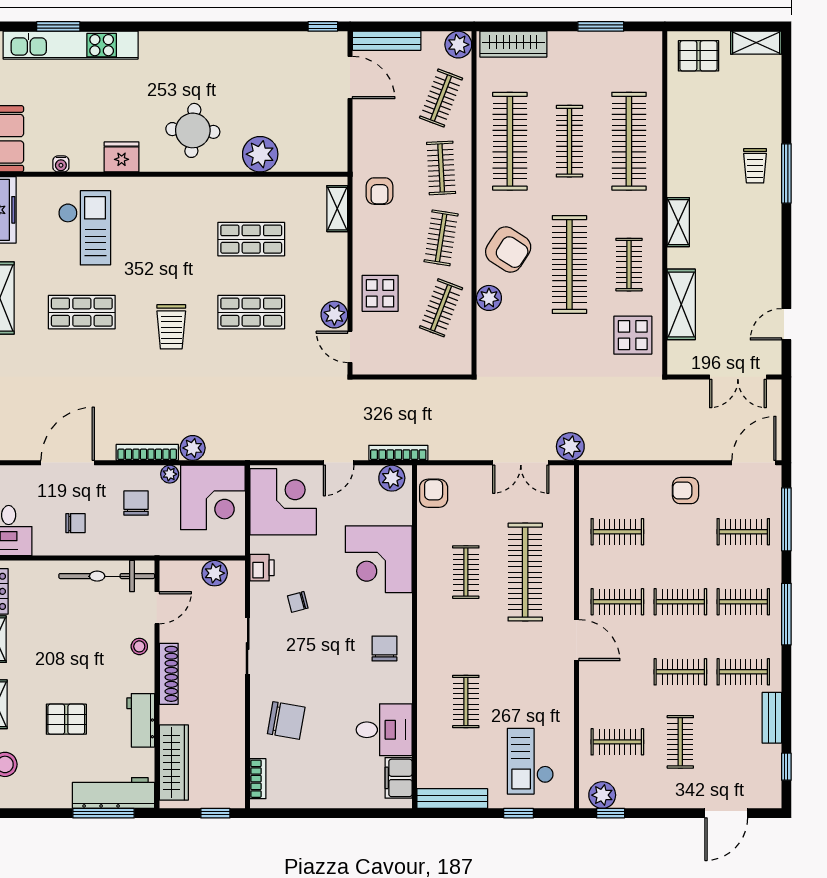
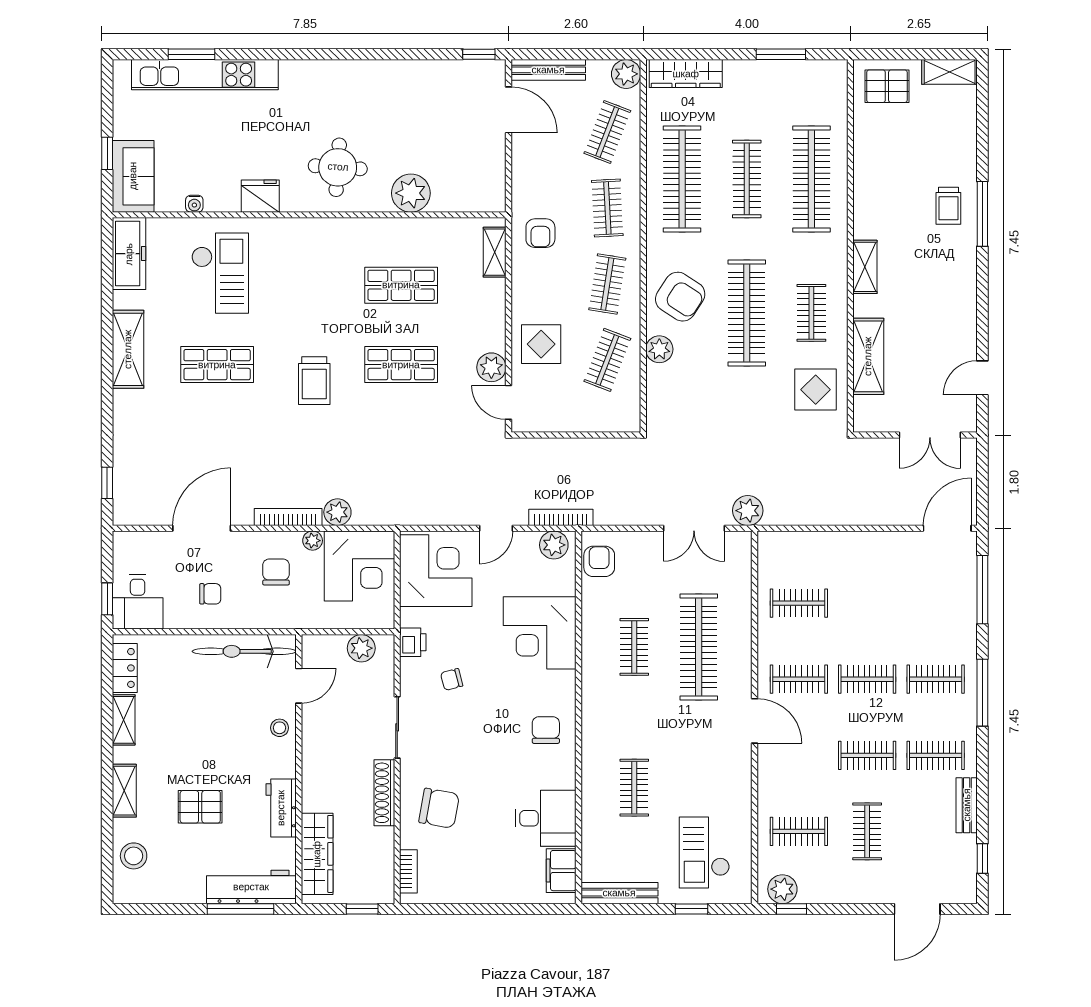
armchair: (685, 491) -> (873, 558), removed
clothes rail: (743, 532) -> (936, 603), removed
shoe rack: (169, 674) -> (384, 793), moved, turned 180

